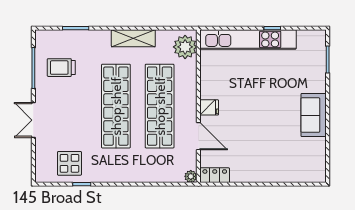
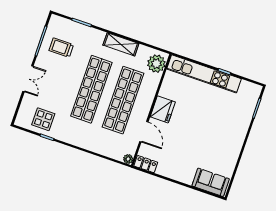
fridge: (209, 107) -> (163, 109), width x1.88, depth x1.34
sofa: (314, 115) -> (211, 182), moved, turned 90
double door: (33, 120) -> (28, 79), swing flipped

